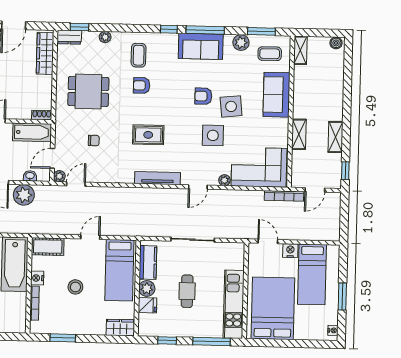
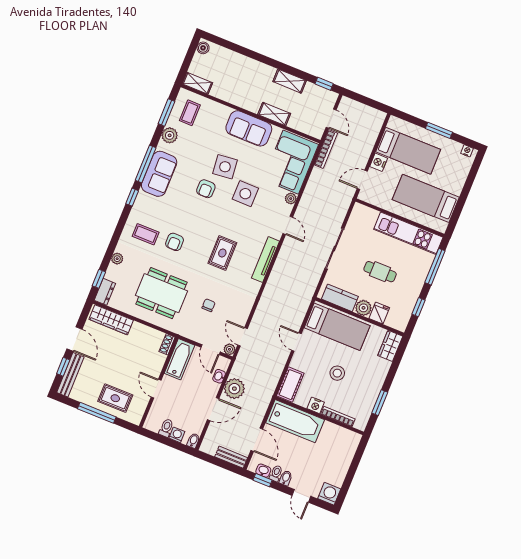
dining table: (88, 91) -> (161, 293), width x1.37
sofa: (276, 95) -> (249, 128), moved
bed: (273, 308) -> (426, 198), width x0.67

